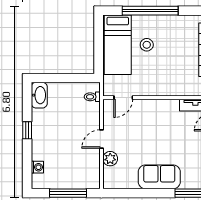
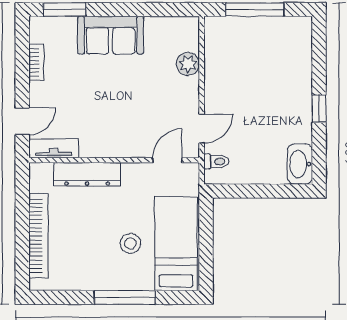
window: (150, 11) -> (125, 297), width x0.68
dresser: (174, 89) -> (87, 174), added
door: (101, 139) -> (202, 129), moved
washing machine: (37, 167) -> (303, 50), removed

